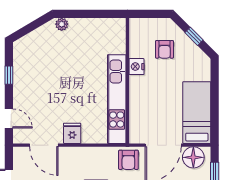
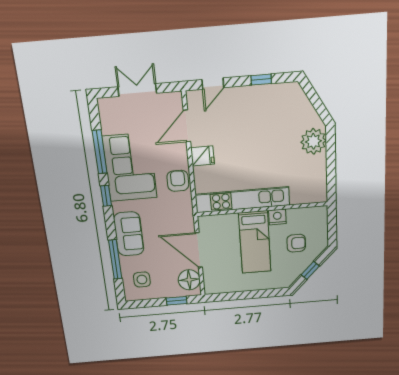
plant: (62, 24) -> (313, 141), width x1.87, depth x1.87
armchair: (164, 49) -> (296, 243), turned 180
bed: (197, 113) -> (255, 242), moved, turned 90
armchair: (128, 160) -> (178, 181), moved, turned 90

